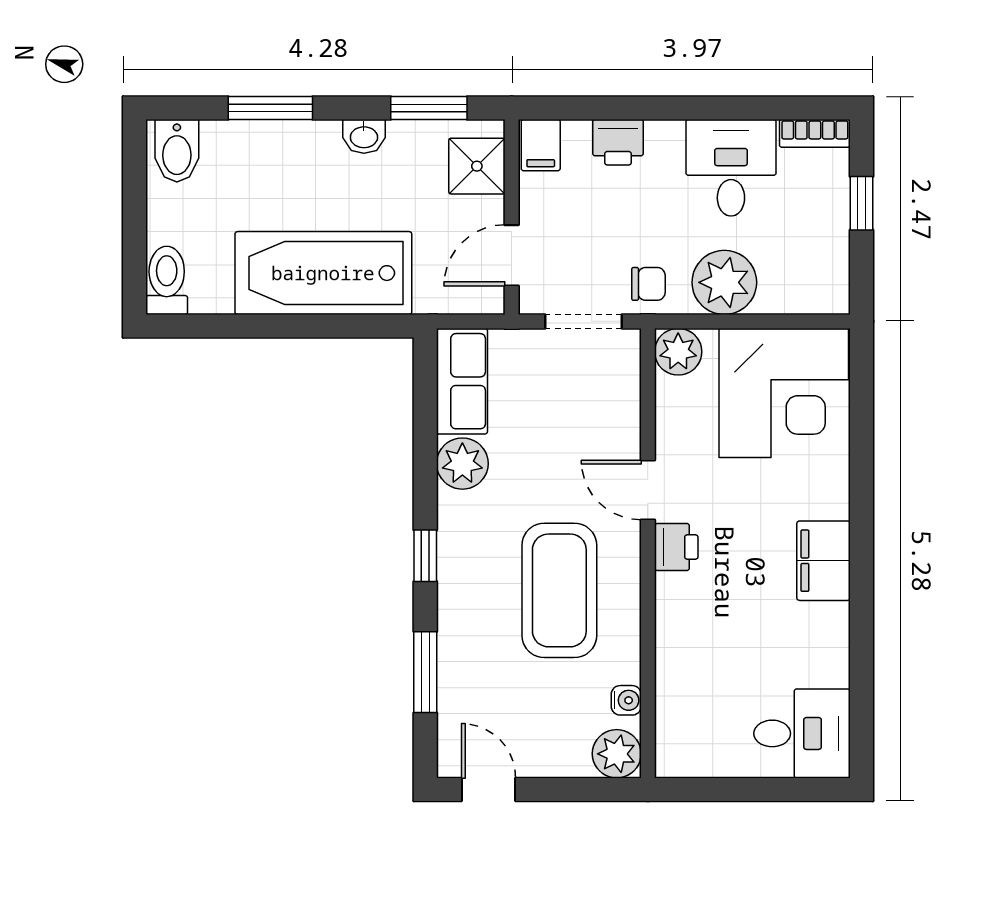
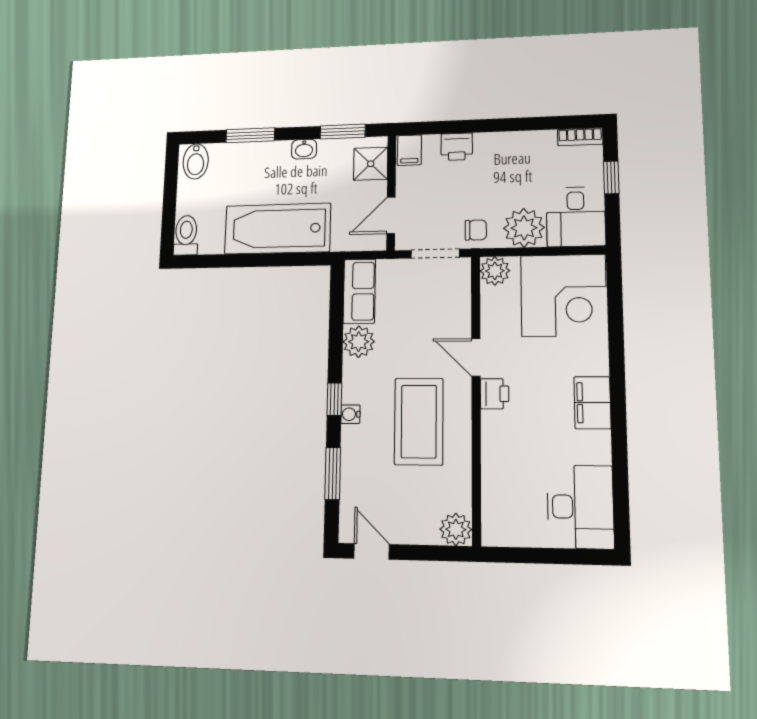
desk: (731, 168) -> (576, 217), moved, turned 180
water cooler: (626, 700) -> (350, 414), moved, turned 180
desk: (802, 733) -> (580, 507), width x1.37

